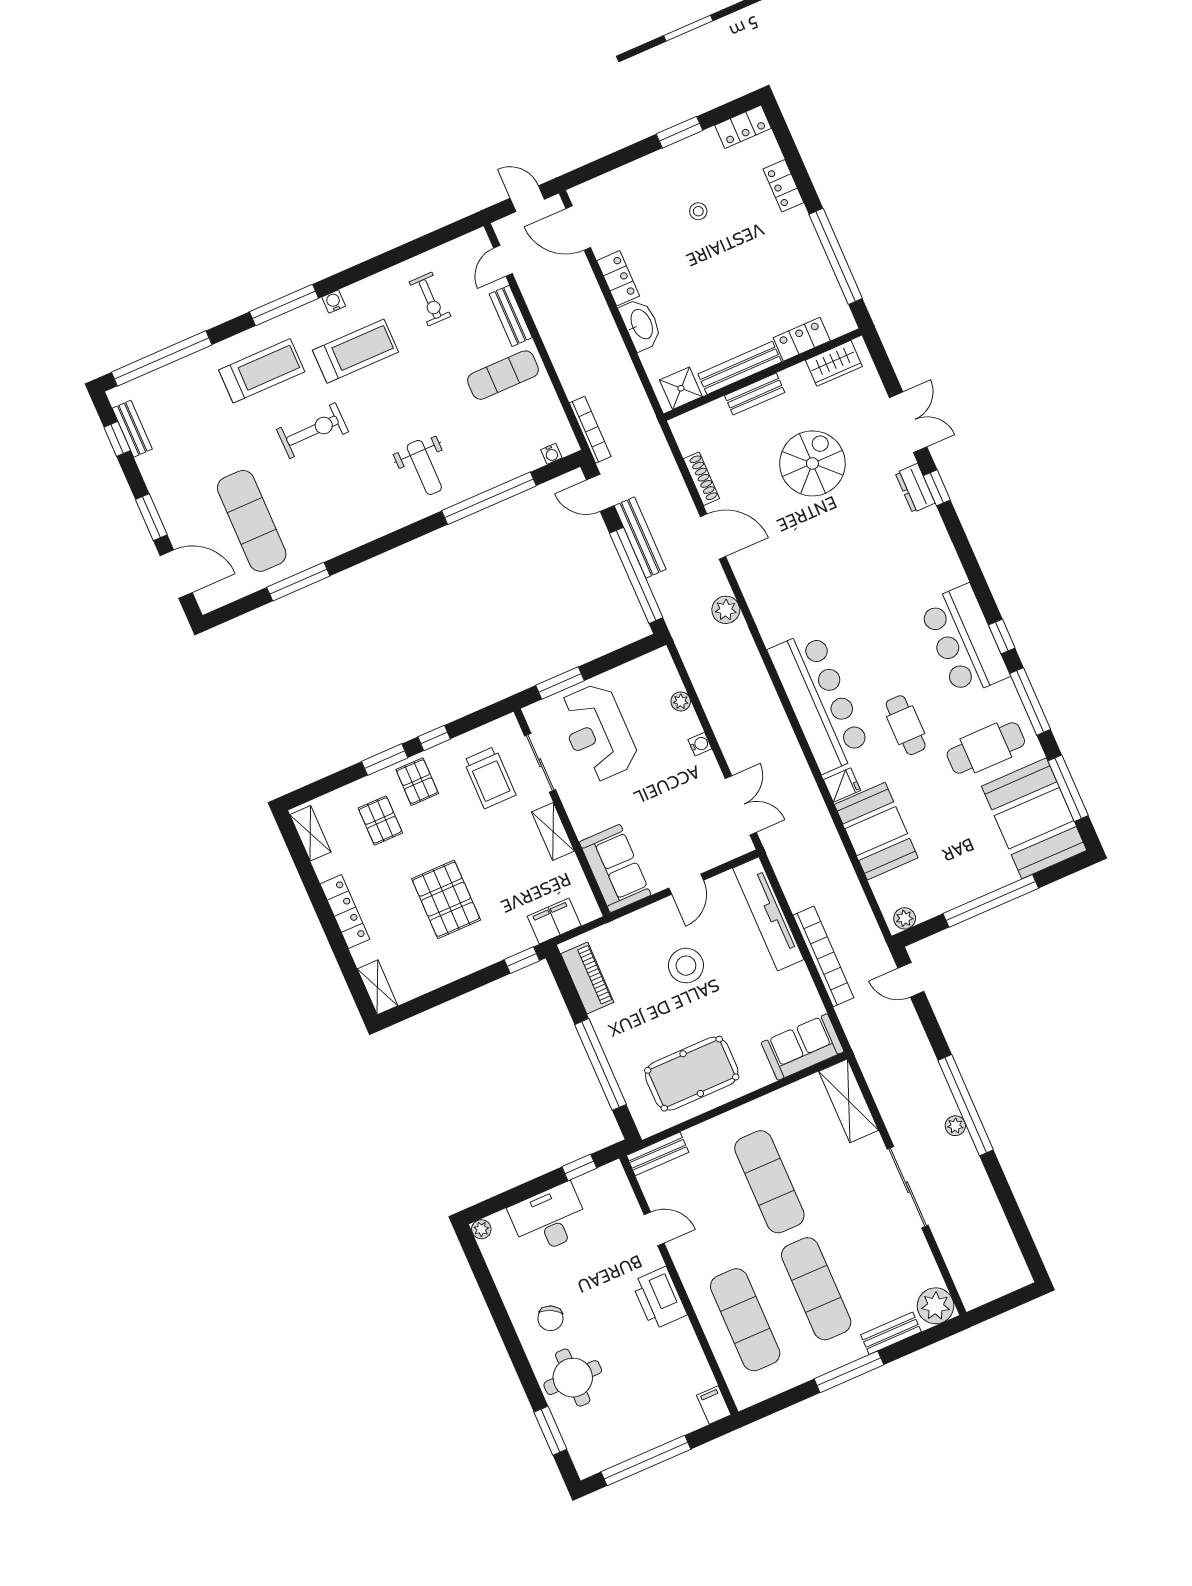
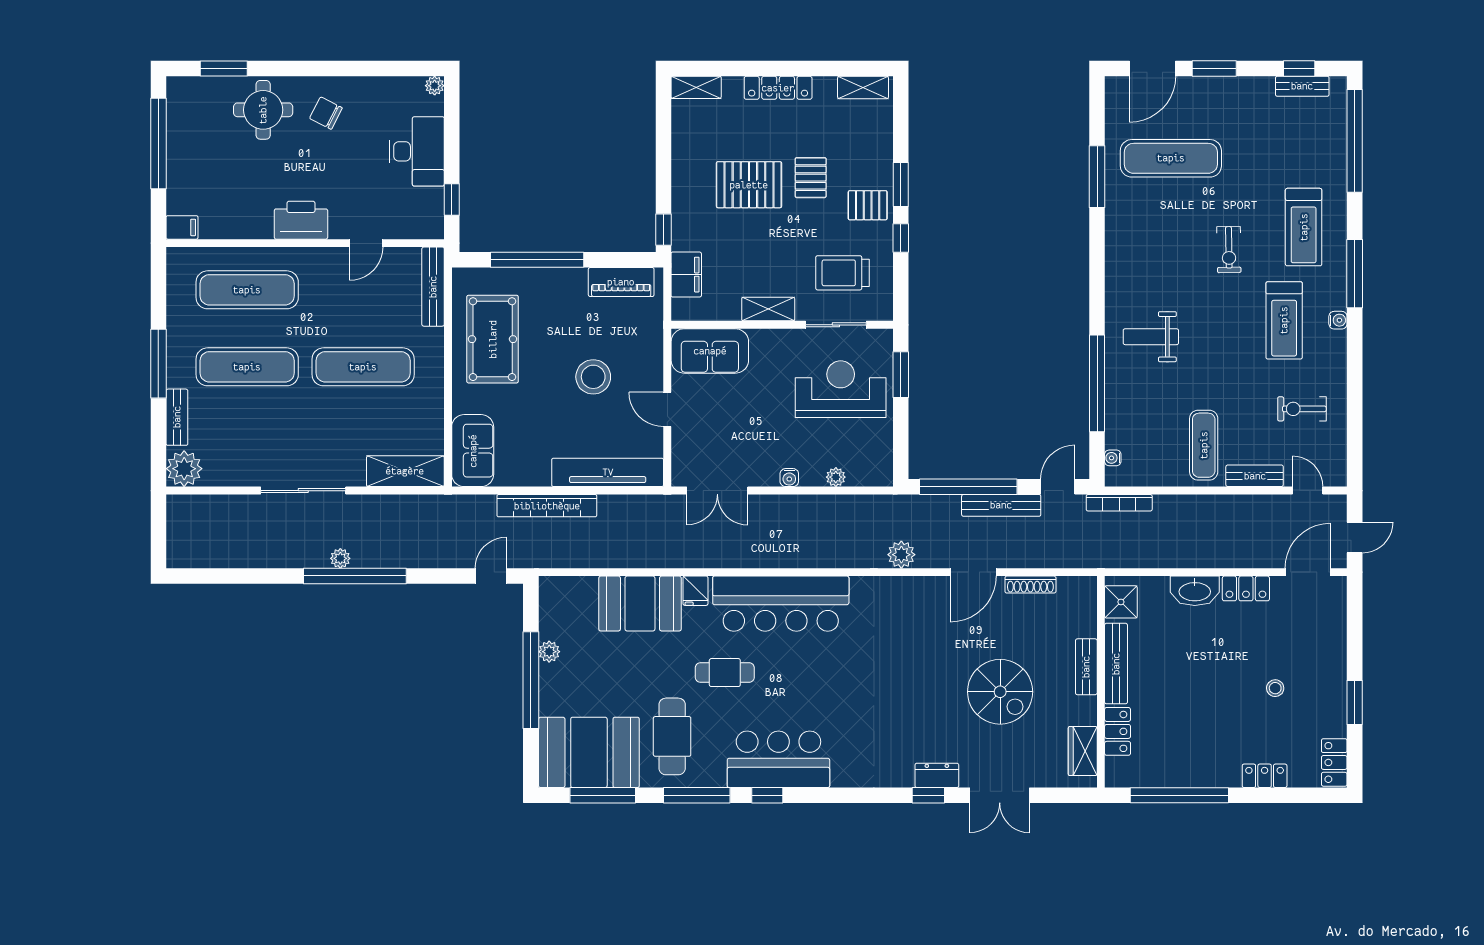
exercise bike: (312, 431) -> (1229, 250), width x0.73, depth x0.72
pallet: (380, 820) -> (811, 178), moved, turned 90
plant: (905, 918) -> (549, 652), moved
bench: (658, 1154) -> (433, 287), width x1.36

